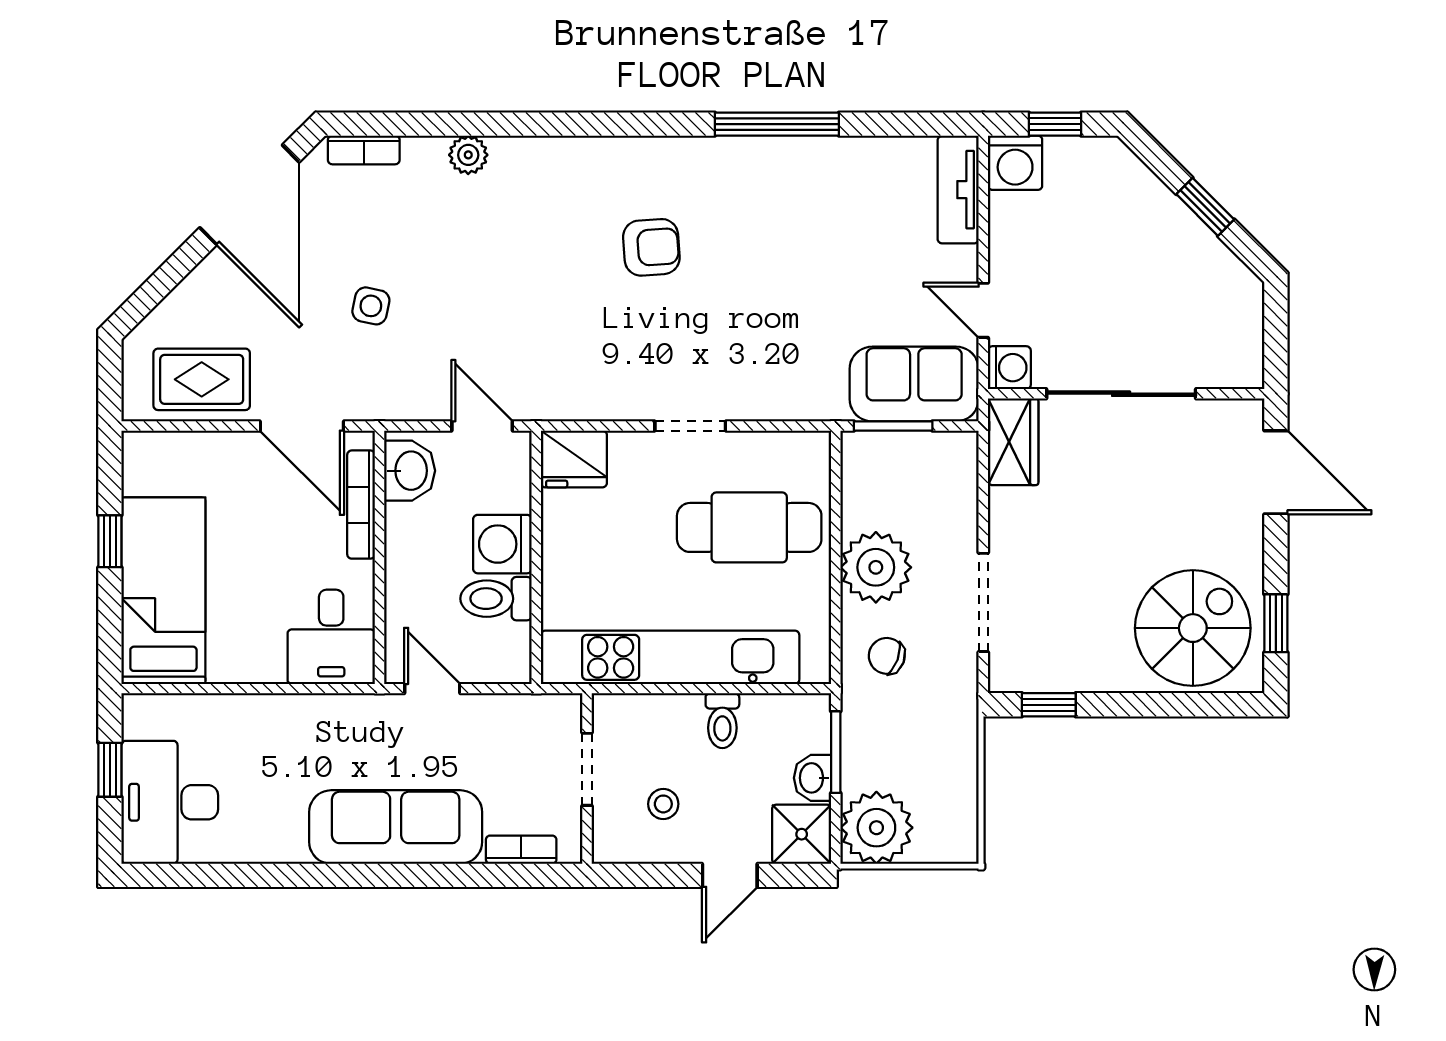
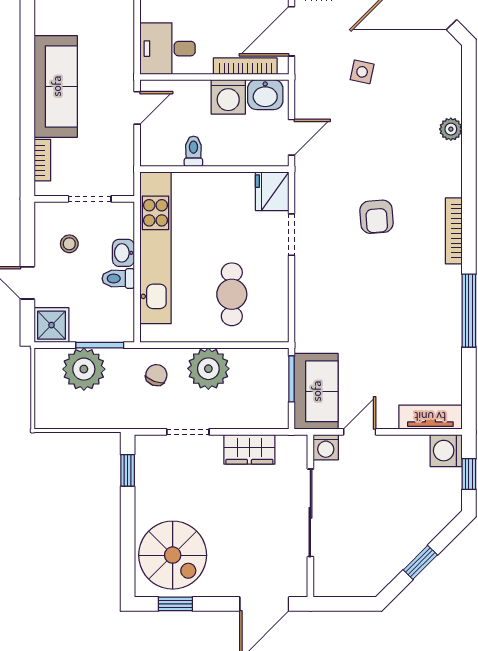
bookcase: (364, 150) -> (454, 231), moved, width x1.56
armchair: (651, 247) -> (376, 217), moved
doorway: (690, 426) -> (291, 235), moved
wardrobe: (1013, 442) -> (249, 449), moved
cafe table: (749, 527) -> (232, 294), width x0.73, depth x0.74
washing machine: (502, 544) -> (228, 97), moved, turned 180
toilet: (496, 599) -> (193, 151), width x0.73, depth x0.72
doorway: (983, 602) -> (188, 432), width x0.73
washbasin: (813, 778) -> (123, 253), moved, turned -90
plant: (876, 828) -> (84, 369), moved

